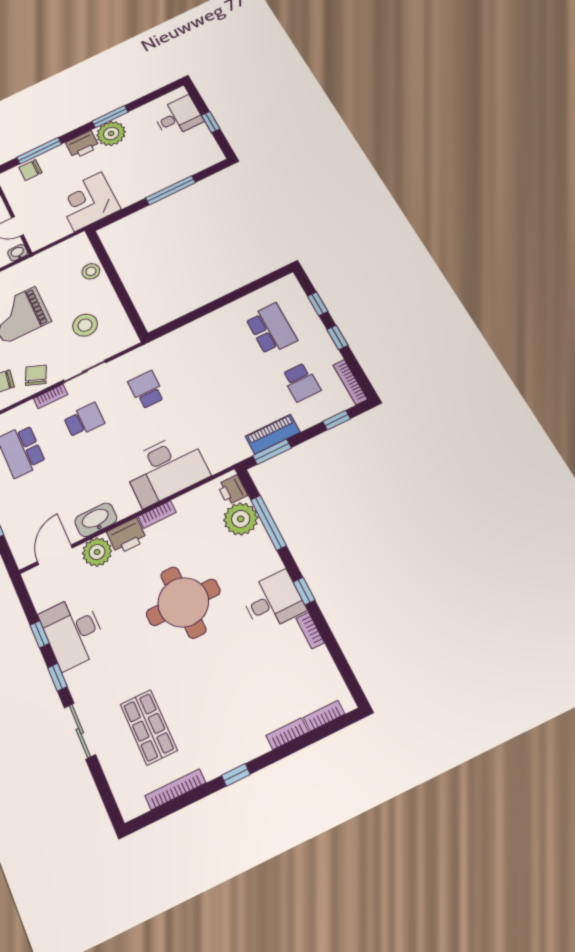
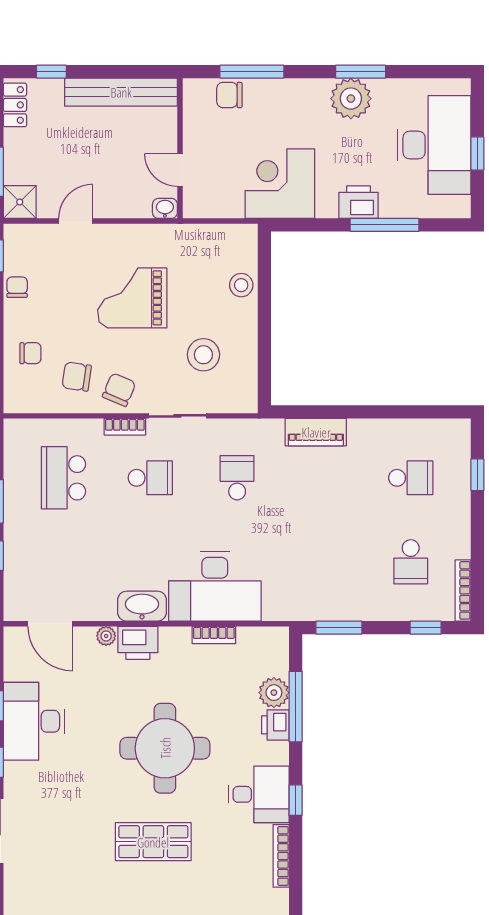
desk: (178, 117) -> (434, 145), width x1.87, depth x1.30
printer: (82, 145) -> (358, 202), moved, turned 180
school desk: (271, 329) -> (411, 478), width x0.54
window: (337, 337) -> (477, 529), removed
piano: (273, 434) -> (316, 432), moved, turned 180
printer: (232, 490) -> (275, 725), moved
bookcase: (157, 514) -> (214, 635), moved
plant: (241, 519) -> (274, 693), width x0.73, depth x0.73
washbasin: (96, 520) -> (142, 606), moved
plant: (97, 552) -> (106, 636), width x0.53, depth x0.53
door: (55, 555) -> (50, 624), swing flipped
bookcase: (310, 631) -> (281, 856), width x1.56
shop shelf: (149, 727) -> (153, 842), moved, turned 90

